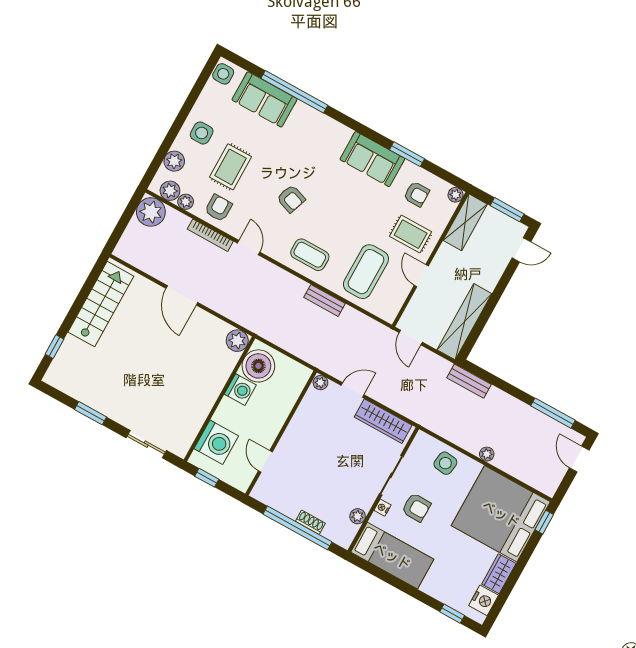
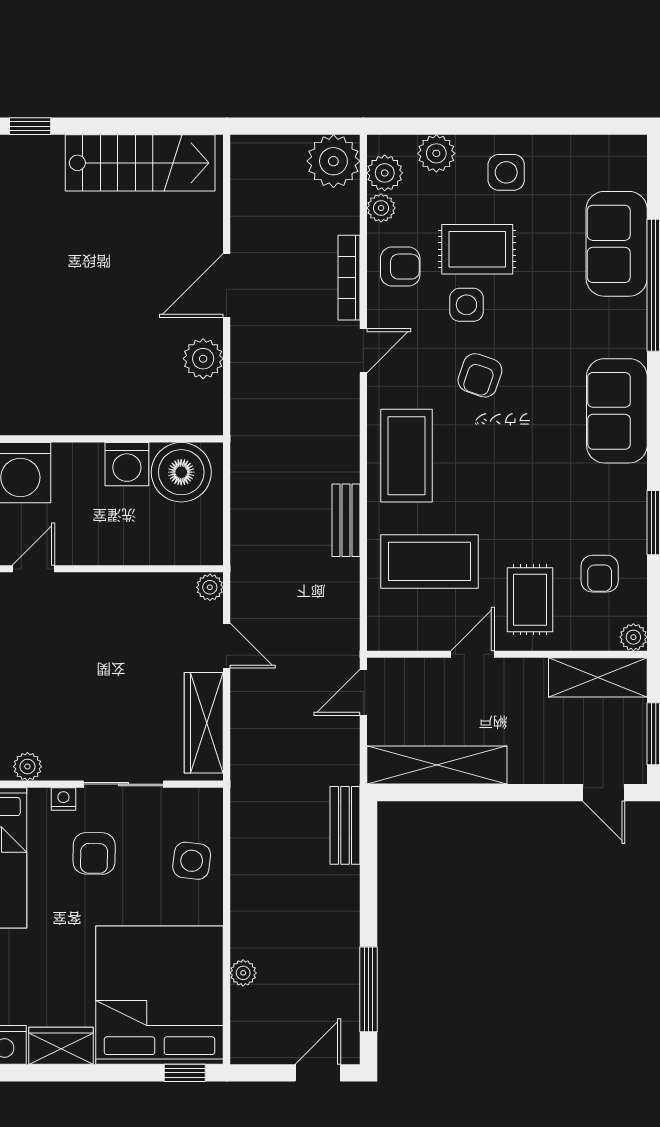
side table: (223, 74) -> (466, 305), moved
sofa: (372, 159) -> (617, 411), moved
coffee table: (310, 255) -> (406, 456), width x1.36, depth x1.32
plant: (237, 341) -> (203, 359), moved
plant: (487, 454) -> (243, 973), moved

